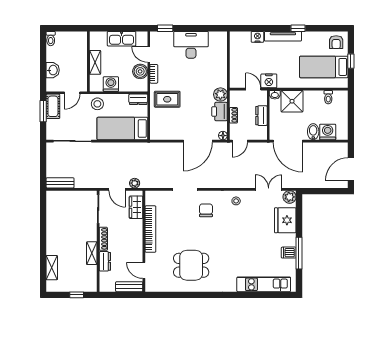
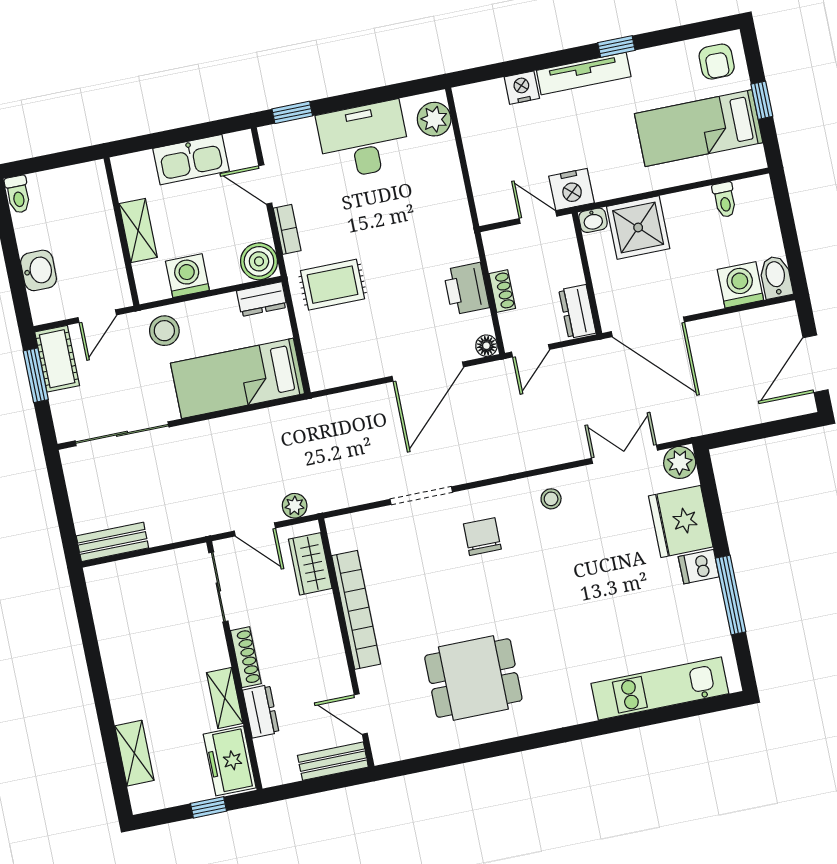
boiler: (140, 71) -> (259, 261), moved
plant: (220, 94) -> (434, 119), moved
dresser: (261, 116) -> (577, 311), moved
bidet: (313, 132) -> (776, 277), moved
dishwasher: (289, 253) -> (699, 567), moved
freezer: (89, 278) -> (230, 761), added

